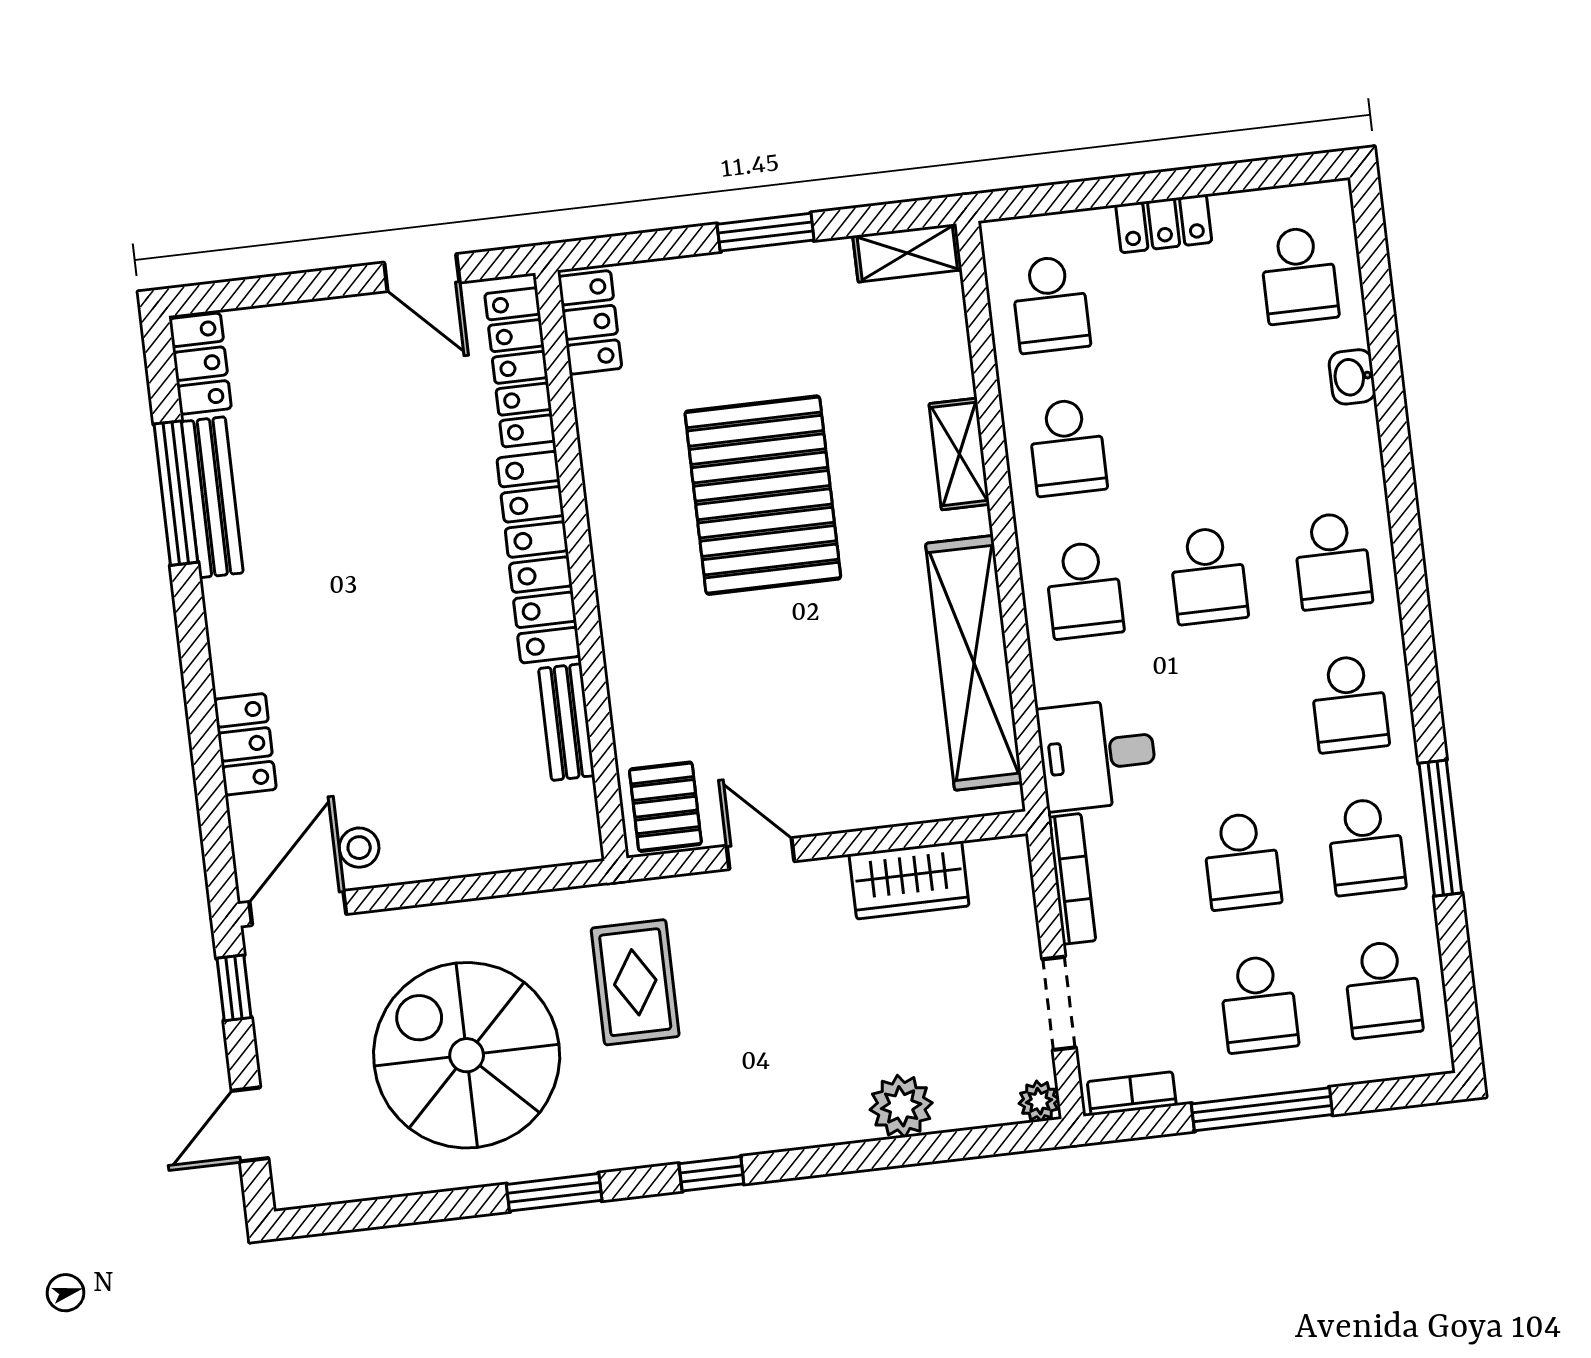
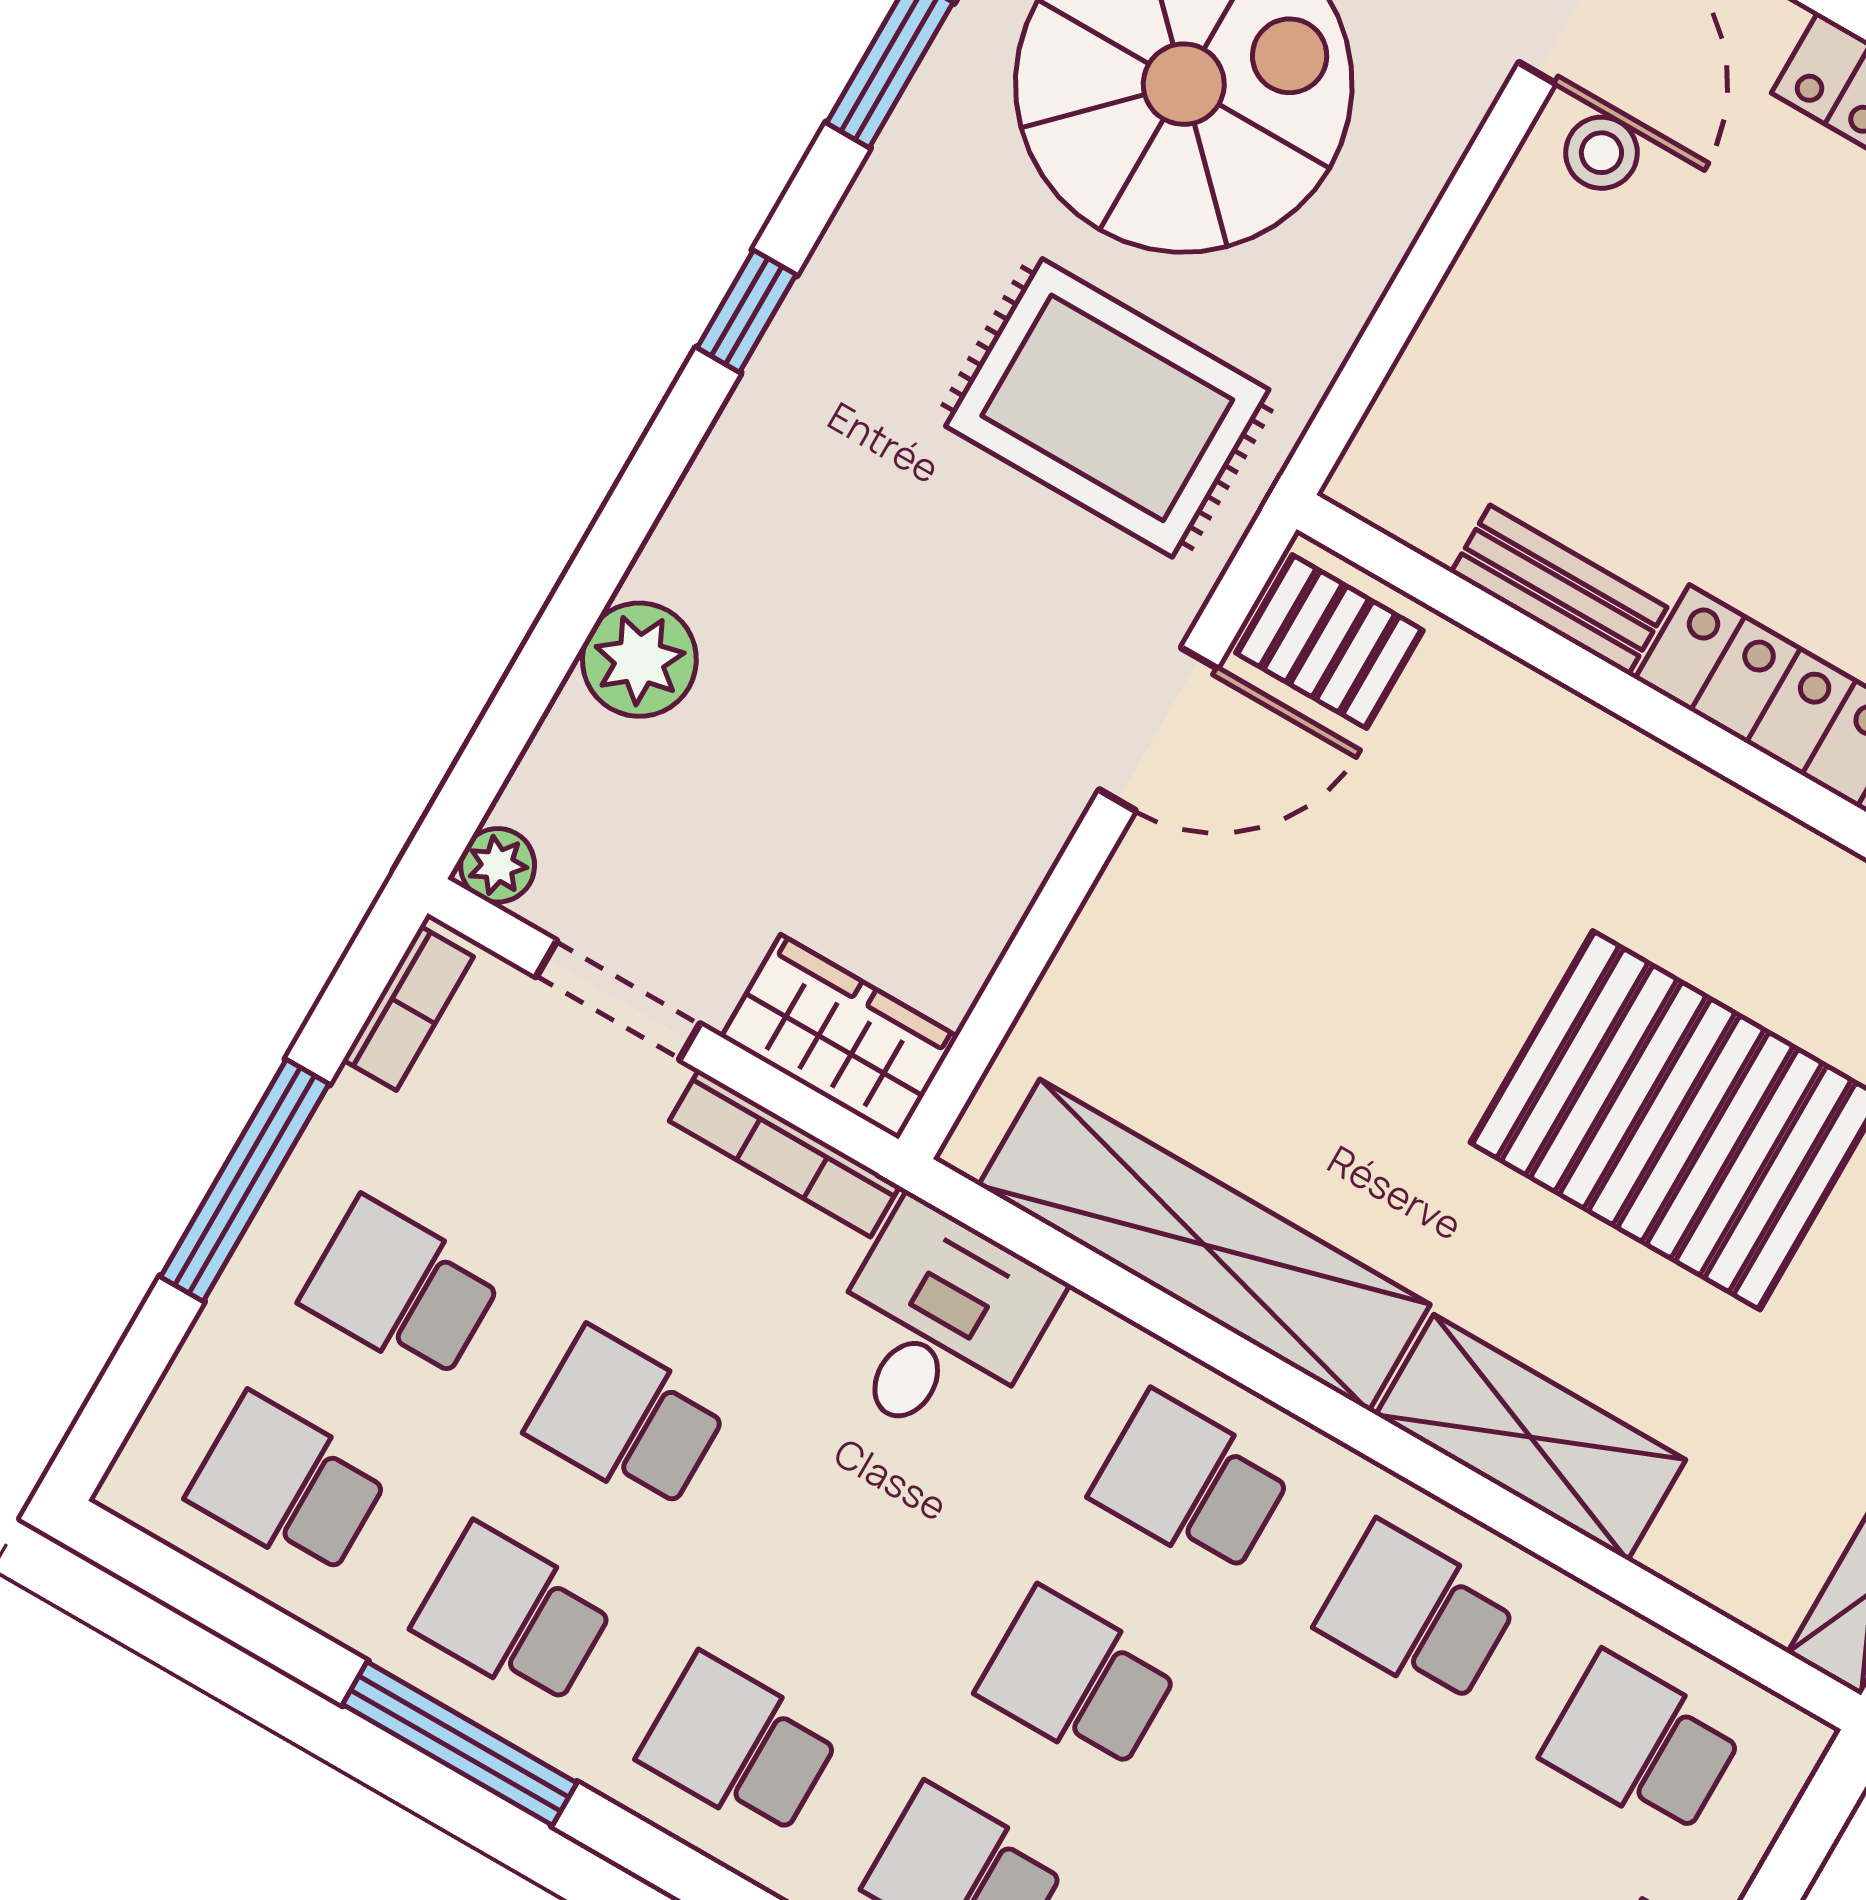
shelving: (959, 454) -> (1531, 1437), width x1.50, depth x1.33
door: (761, 854) -> (1158, 729), width x1.38
wardrobe: (909, 880) -> (840, 1037), moved, turned 90
rug: (635, 982) -> (1107, 408), width x1.36, depth x1.43

